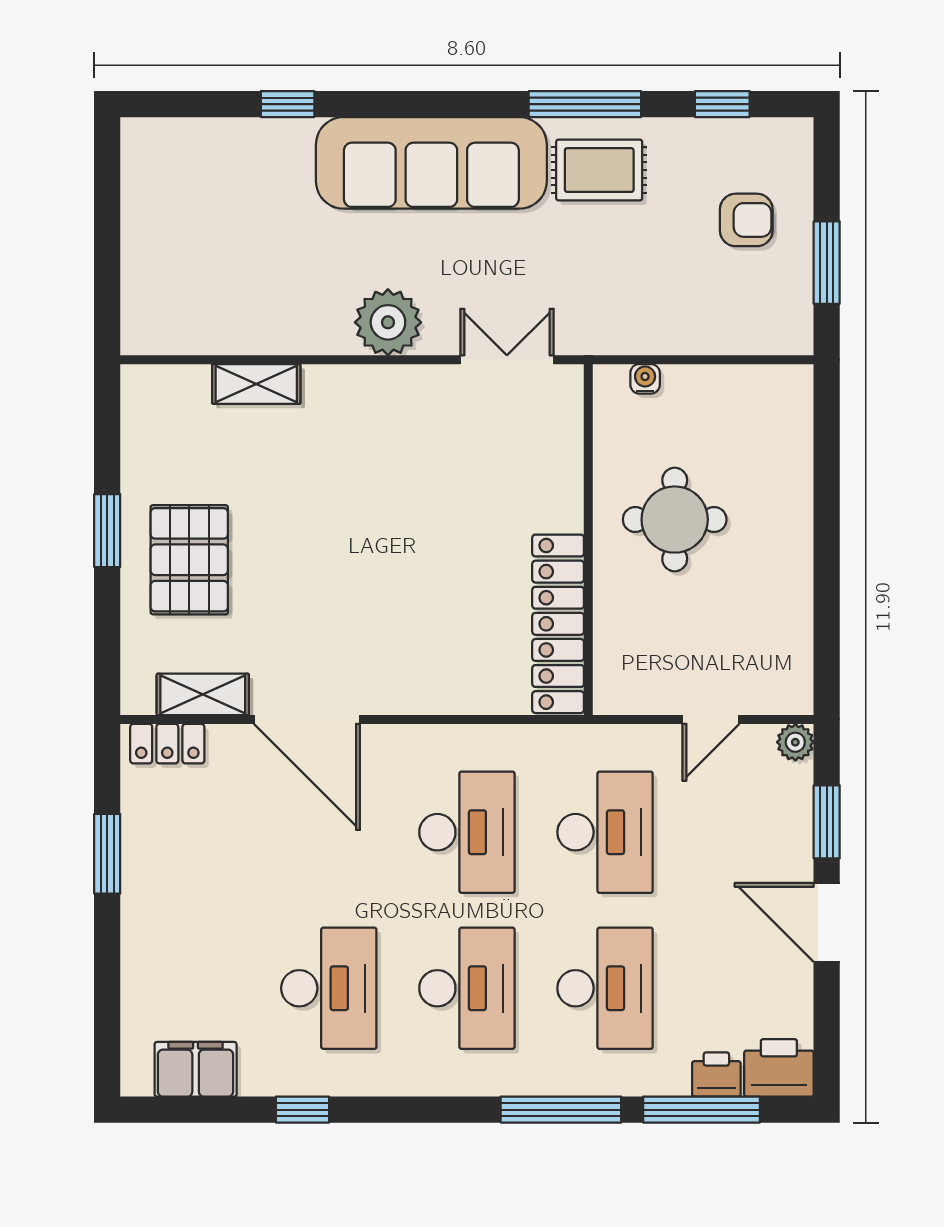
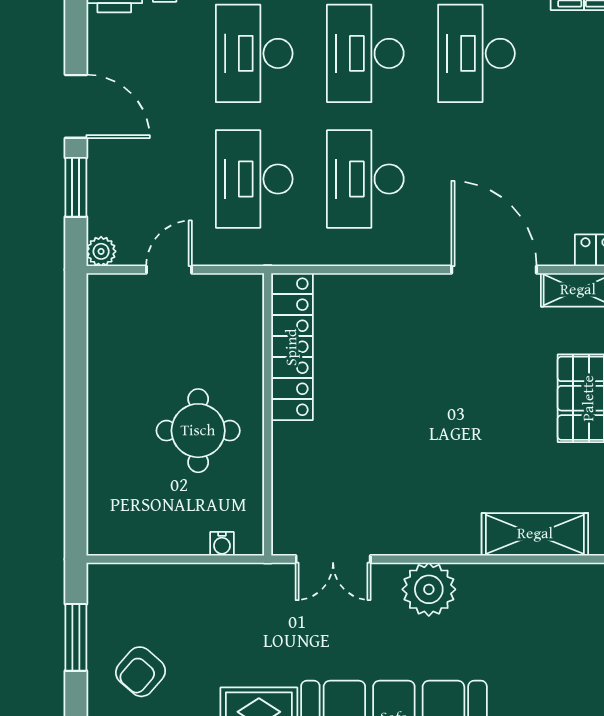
armchair: (746, 220) -> (141, 672), turned -49
shelving: (256, 384) -> (535, 534), width x1.50, depth x1.33

